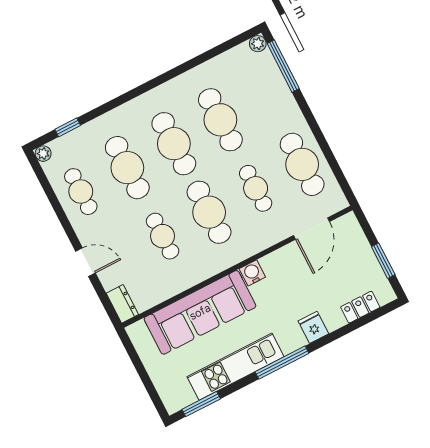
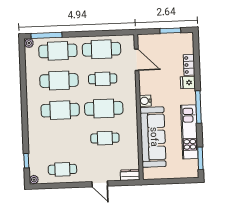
cafe table: (127, 168) -> (58, 51), moved
door: (85, 262) -> (100, 184), swing flipped
locker: (360, 307) -> (189, 65), moved

